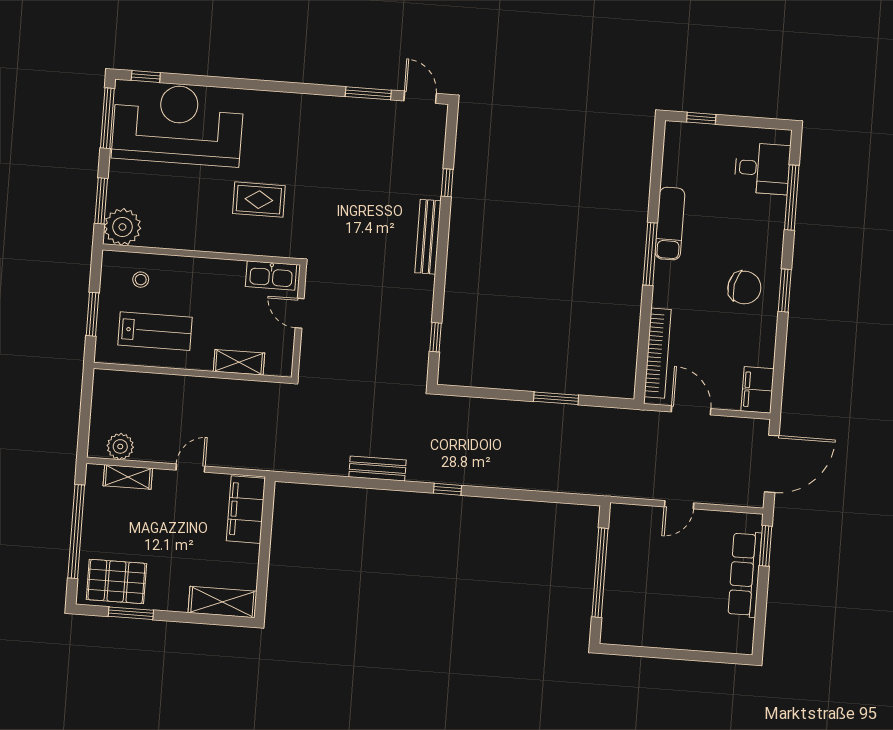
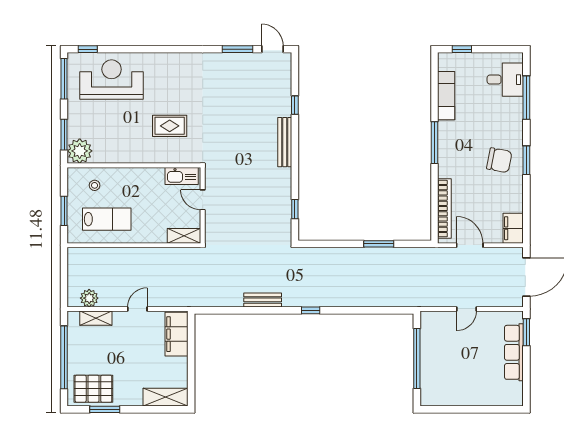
reception desk: (178, 125) -> (112, 80), width x0.74, depth x0.77
exam couch: (670, 224) -> (446, 96), moved
shelving: (239, 362) -> (184, 236), moved

